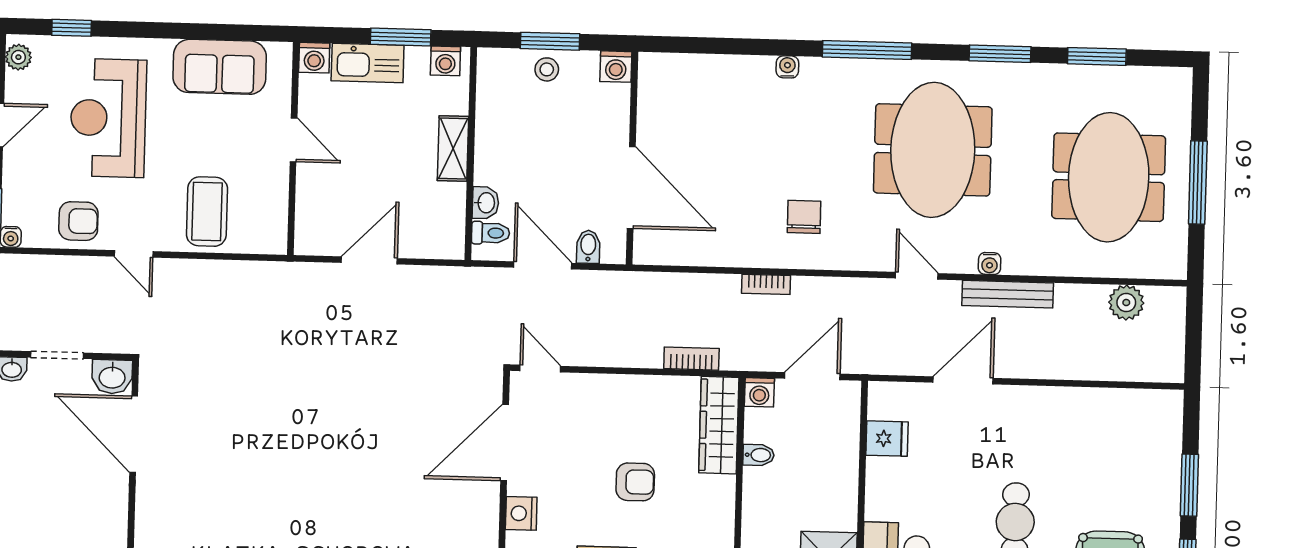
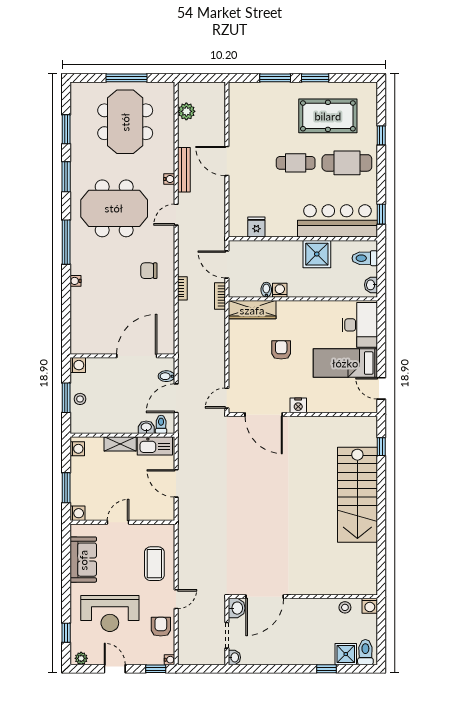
window: (401, 37) -> (66, 488), moved
kitchen sink: (368, 63) -> (155, 446), moved, turned 90
meeting table: (1109, 177) -> (125, 122), turned 90
coffee table: (207, 212) -> (154, 564), turned 90
bookcase: (691, 359) -> (220, 296), moved
door: (963, 380) -> (227, 161), moved
washing machine: (759, 392) -> (280, 290), moved, turned -90

